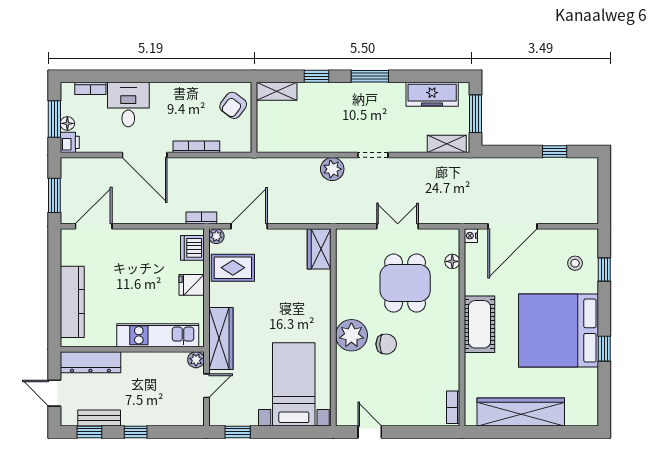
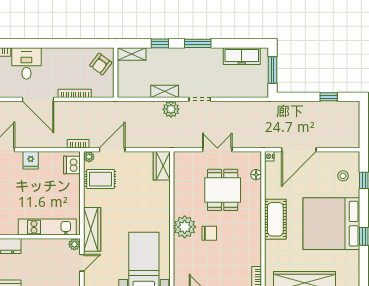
shelving: (447, 144) -> (165, 91), moved
fridge: (192, 285) -> (31, 160), moved, turned -90

